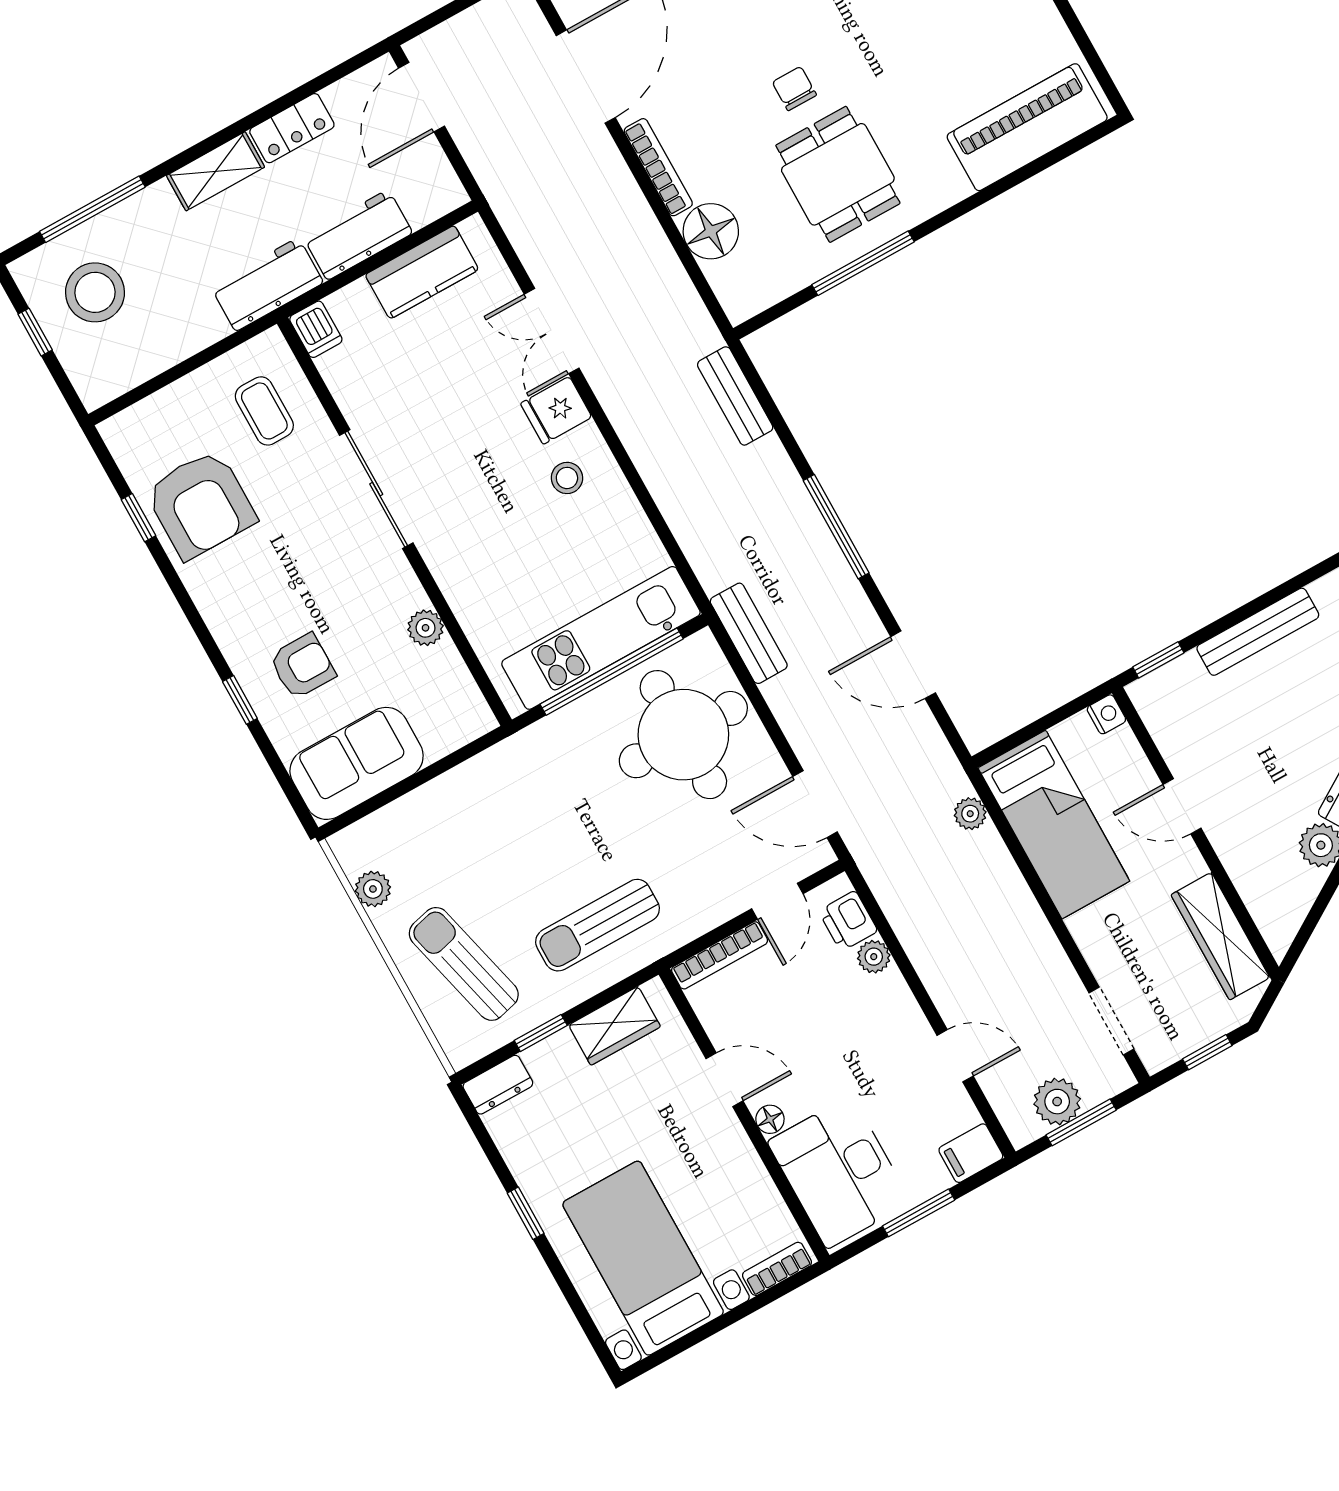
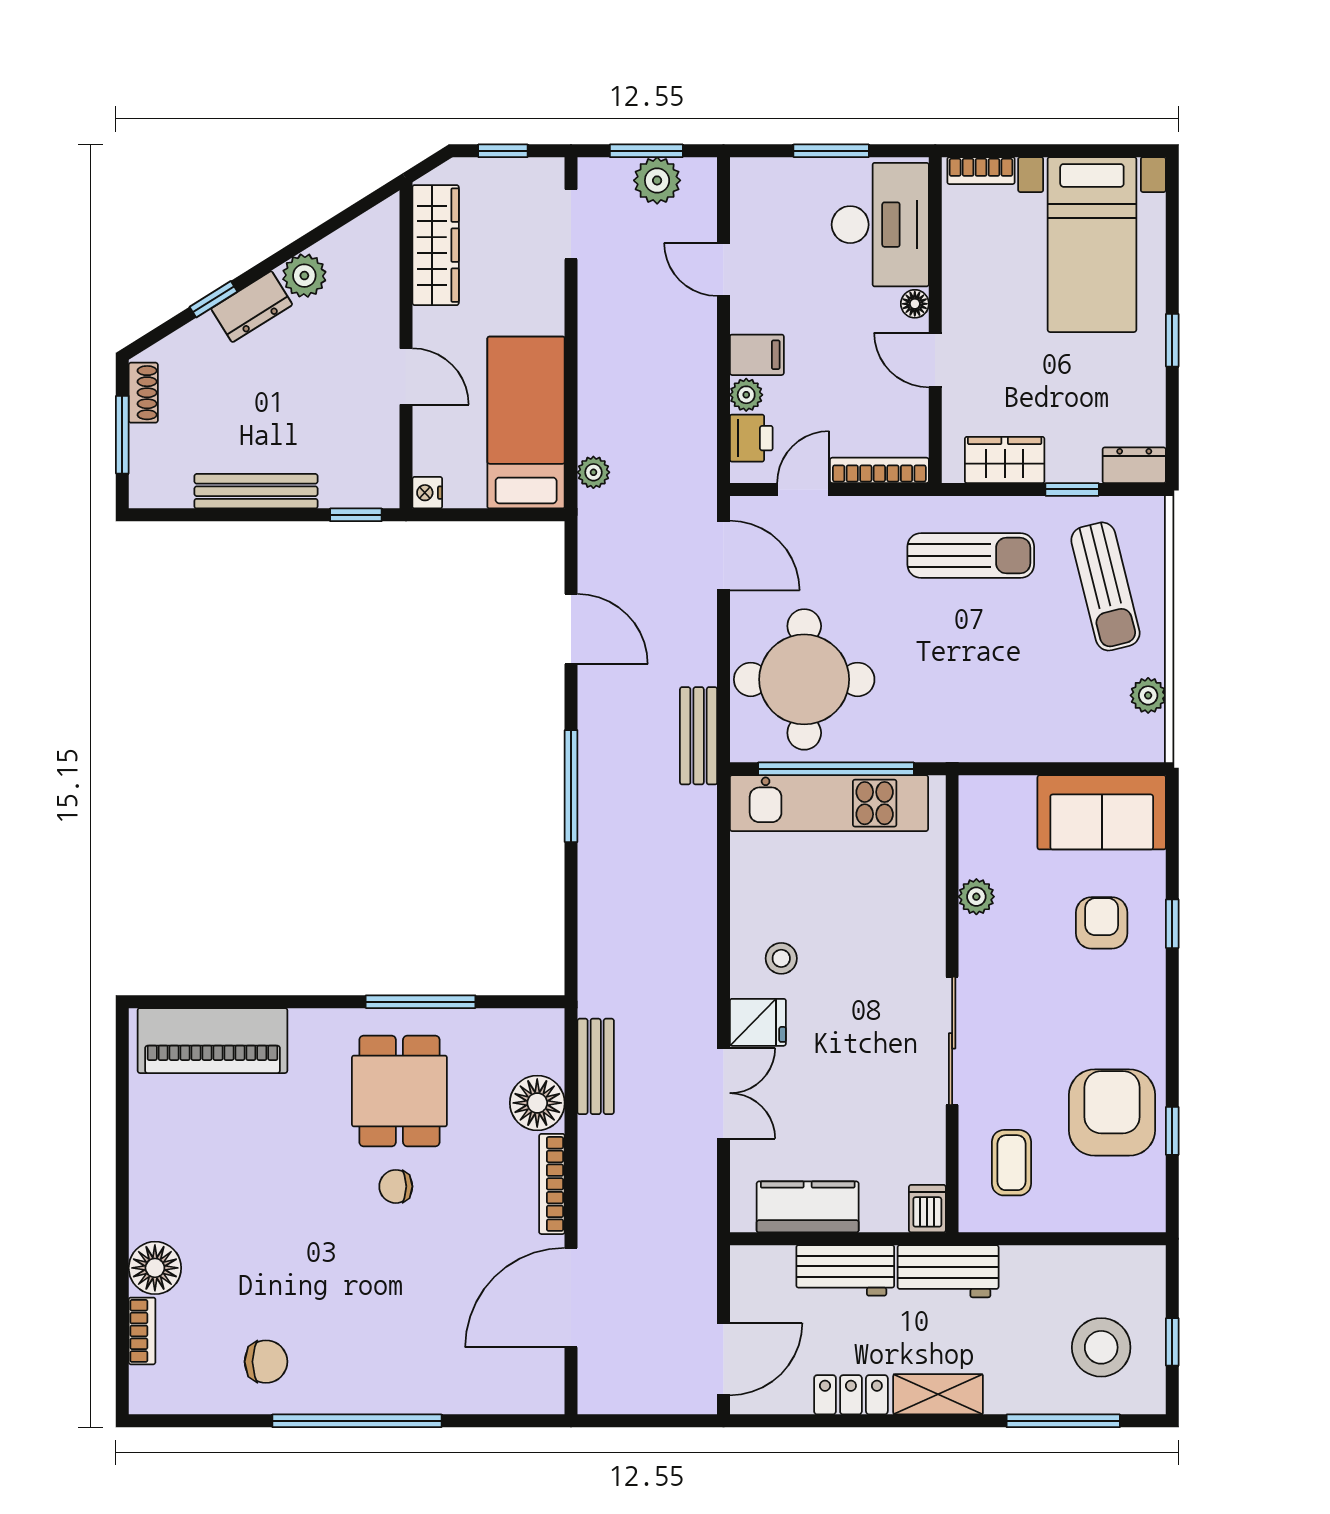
chair: (794, 89) -> (396, 1186), turned 90
bench: (735, 396) -> (596, 1066), moved
armchair: (302, 666) -> (1102, 923), turned 90
filing cabinet: (971, 1153) -> (757, 355), moved

